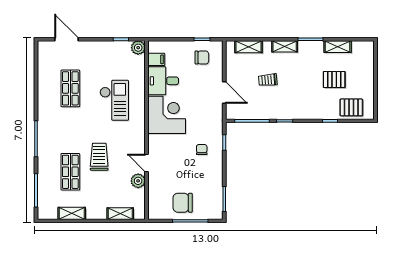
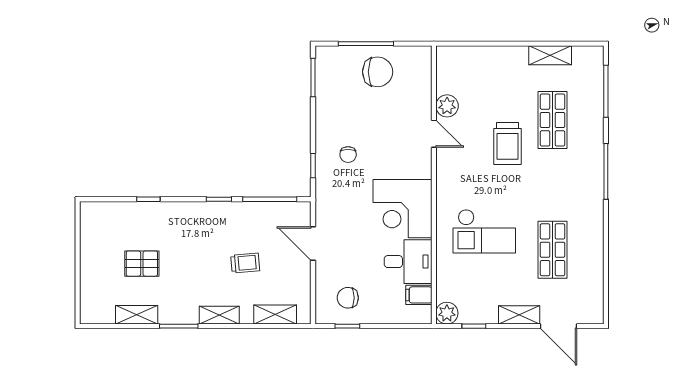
checkout: (114, 100) -> (484, 231), turned -90
pallet: (351, 107) -> (115, 220), removed
shelving: (120, 214) -> (519, 315), moved

